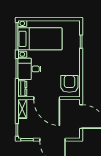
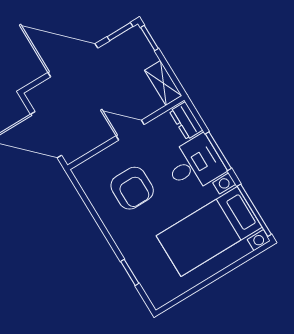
armchair: (69, 84) -> (132, 188), moved
door: (47, 98) -> (130, 130), width x0.53

